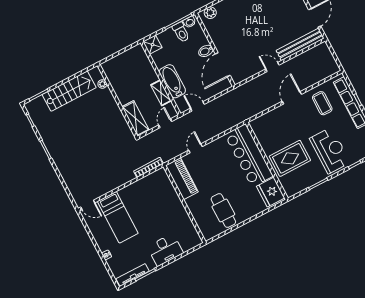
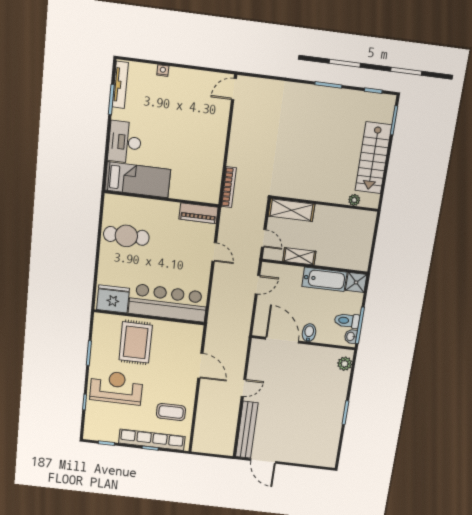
bathtub: (172, 81) -> (324, 279), moved
door: (292, 98) -> (200, 366), moved
reception desk: (330, 151) -> (116, 388), turned 180
piano: (182, 179) -> (198, 213), width x0.73, depth x0.75
bed: (118, 217) -> (138, 180), moved, turned 180

